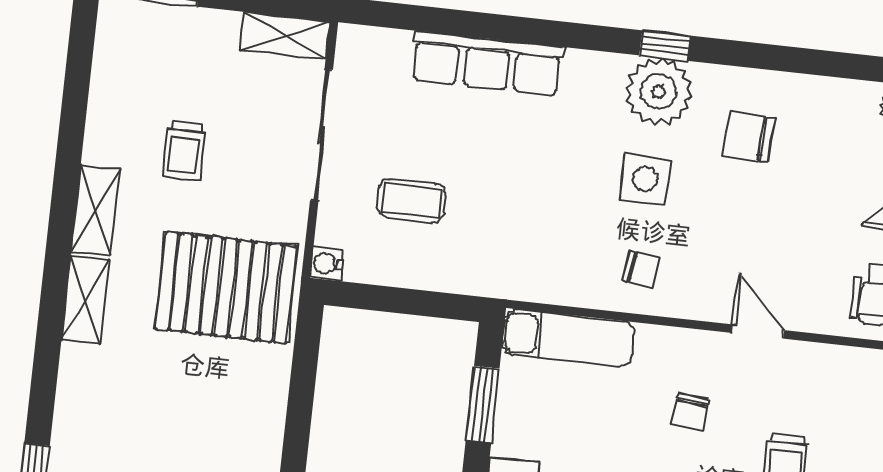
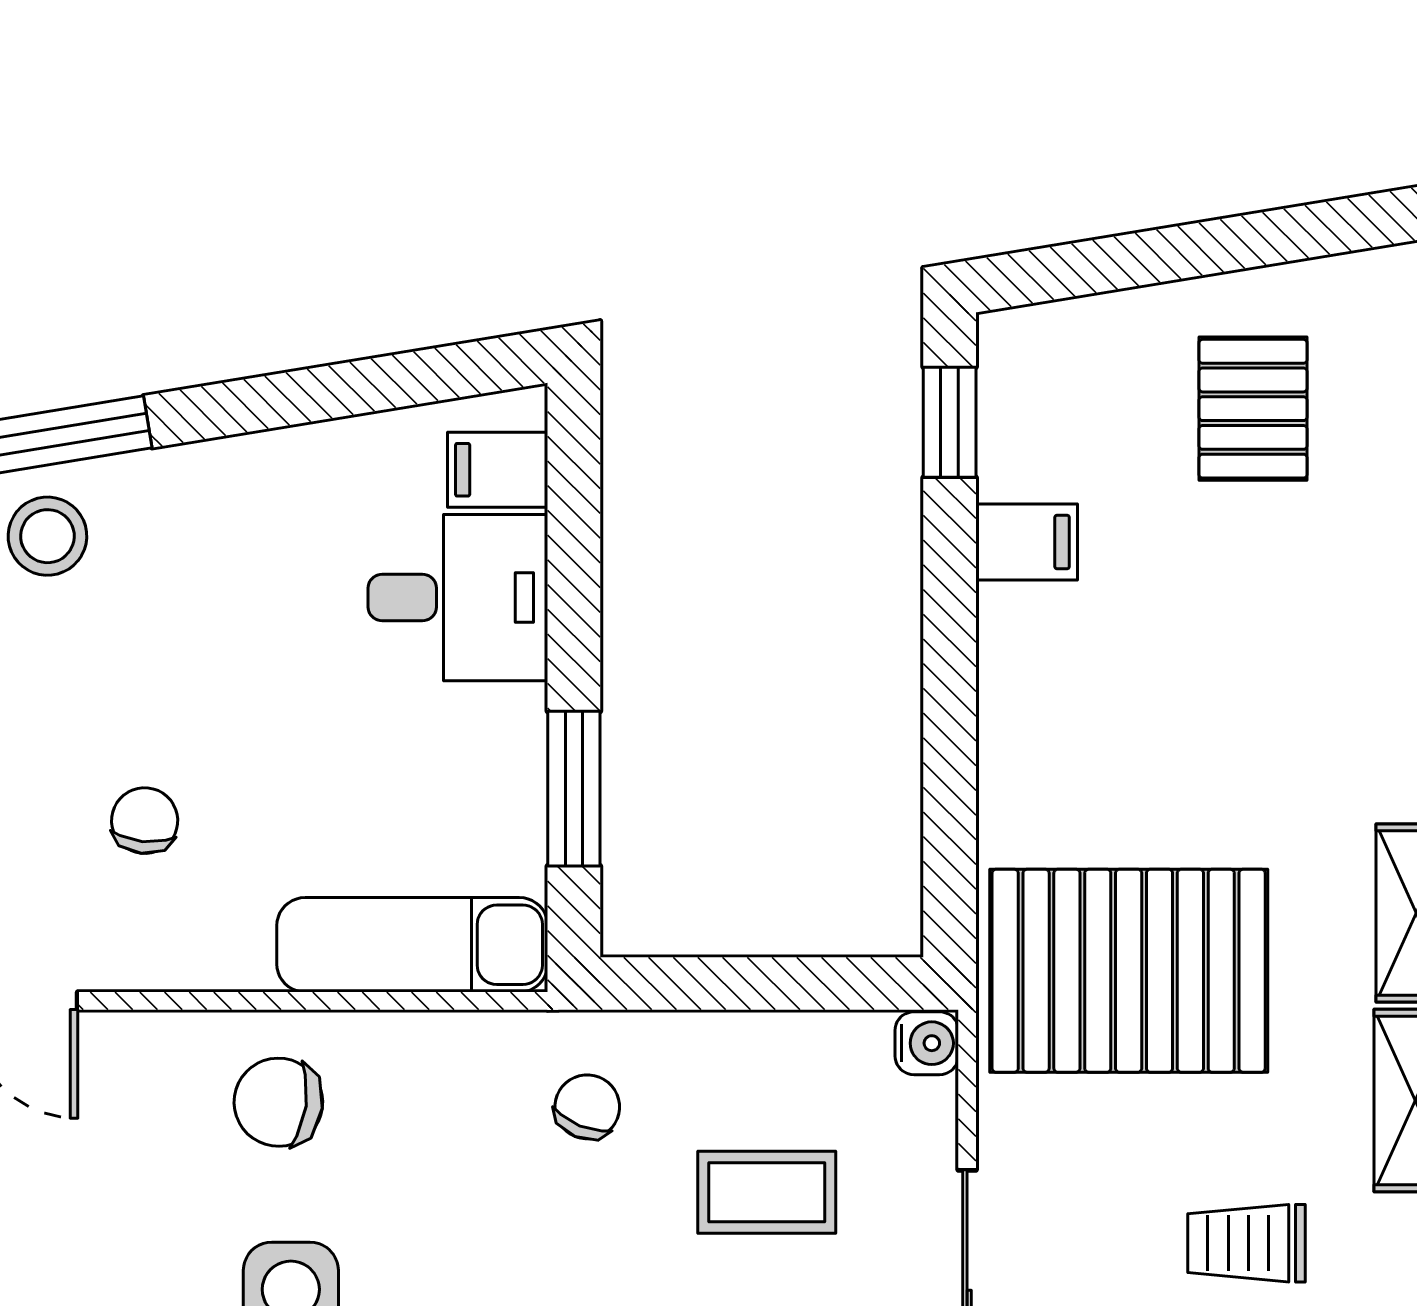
trolley: (184, 151) -> (1246, 1243), turned -90
chair: (493, 251) -> (587, 1107), added
chair: (641, 269) -> (278, 1102), width x1.37, depth x1.37

